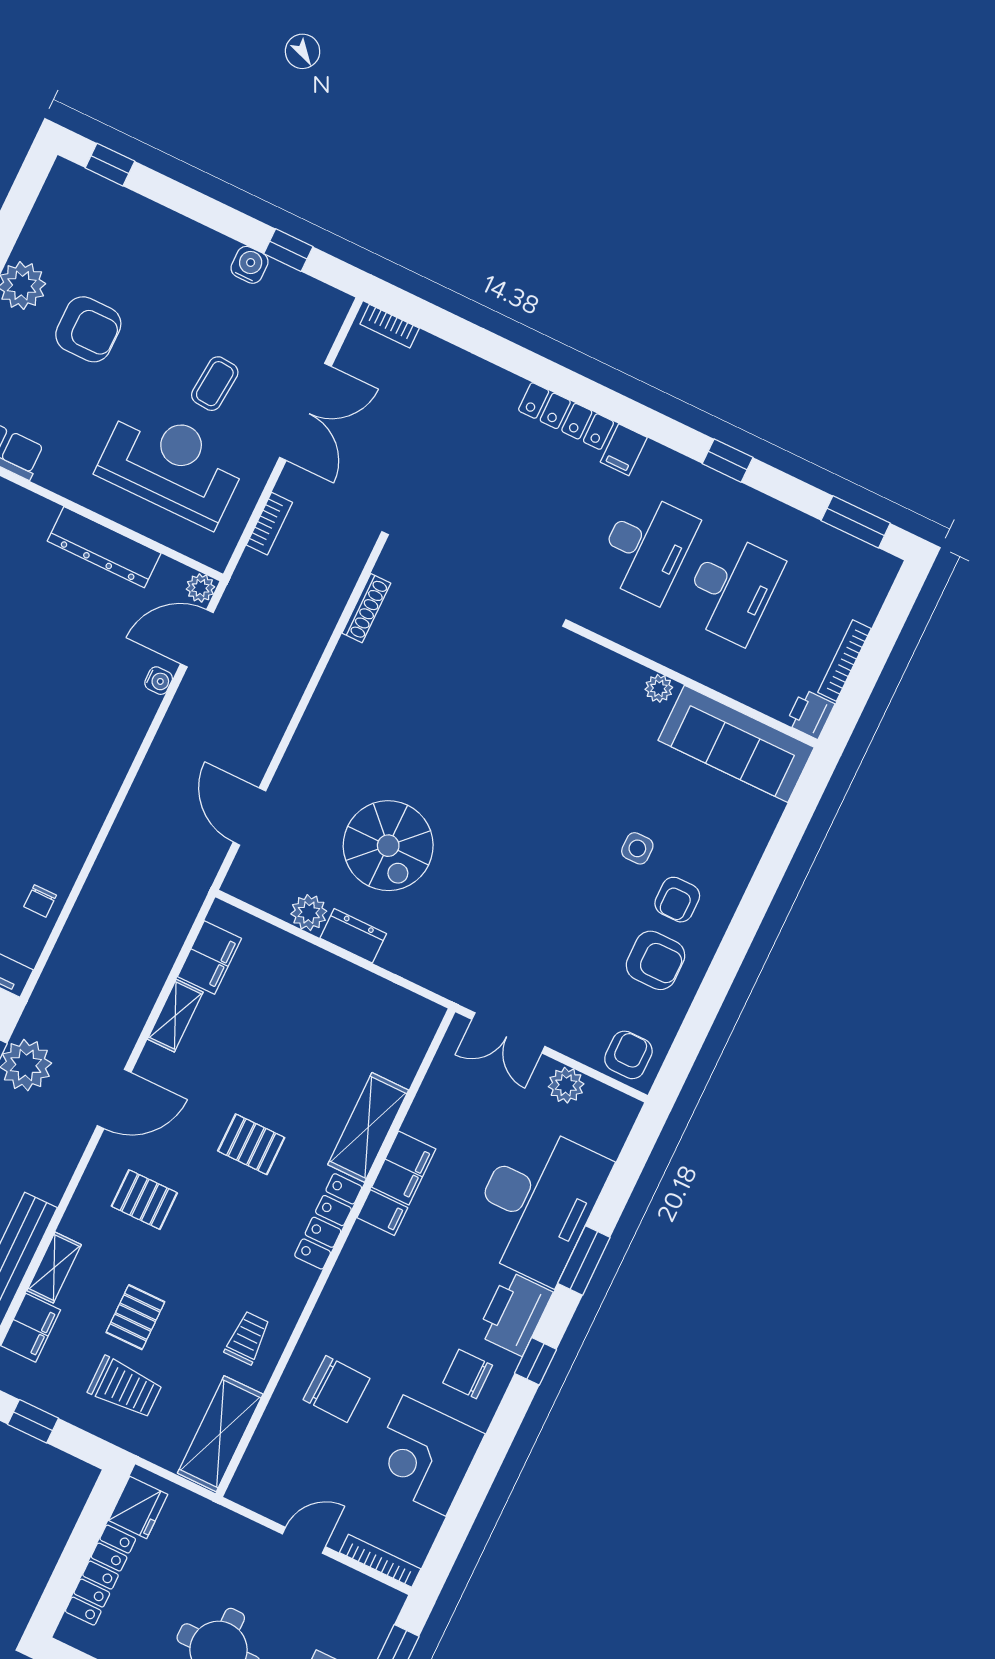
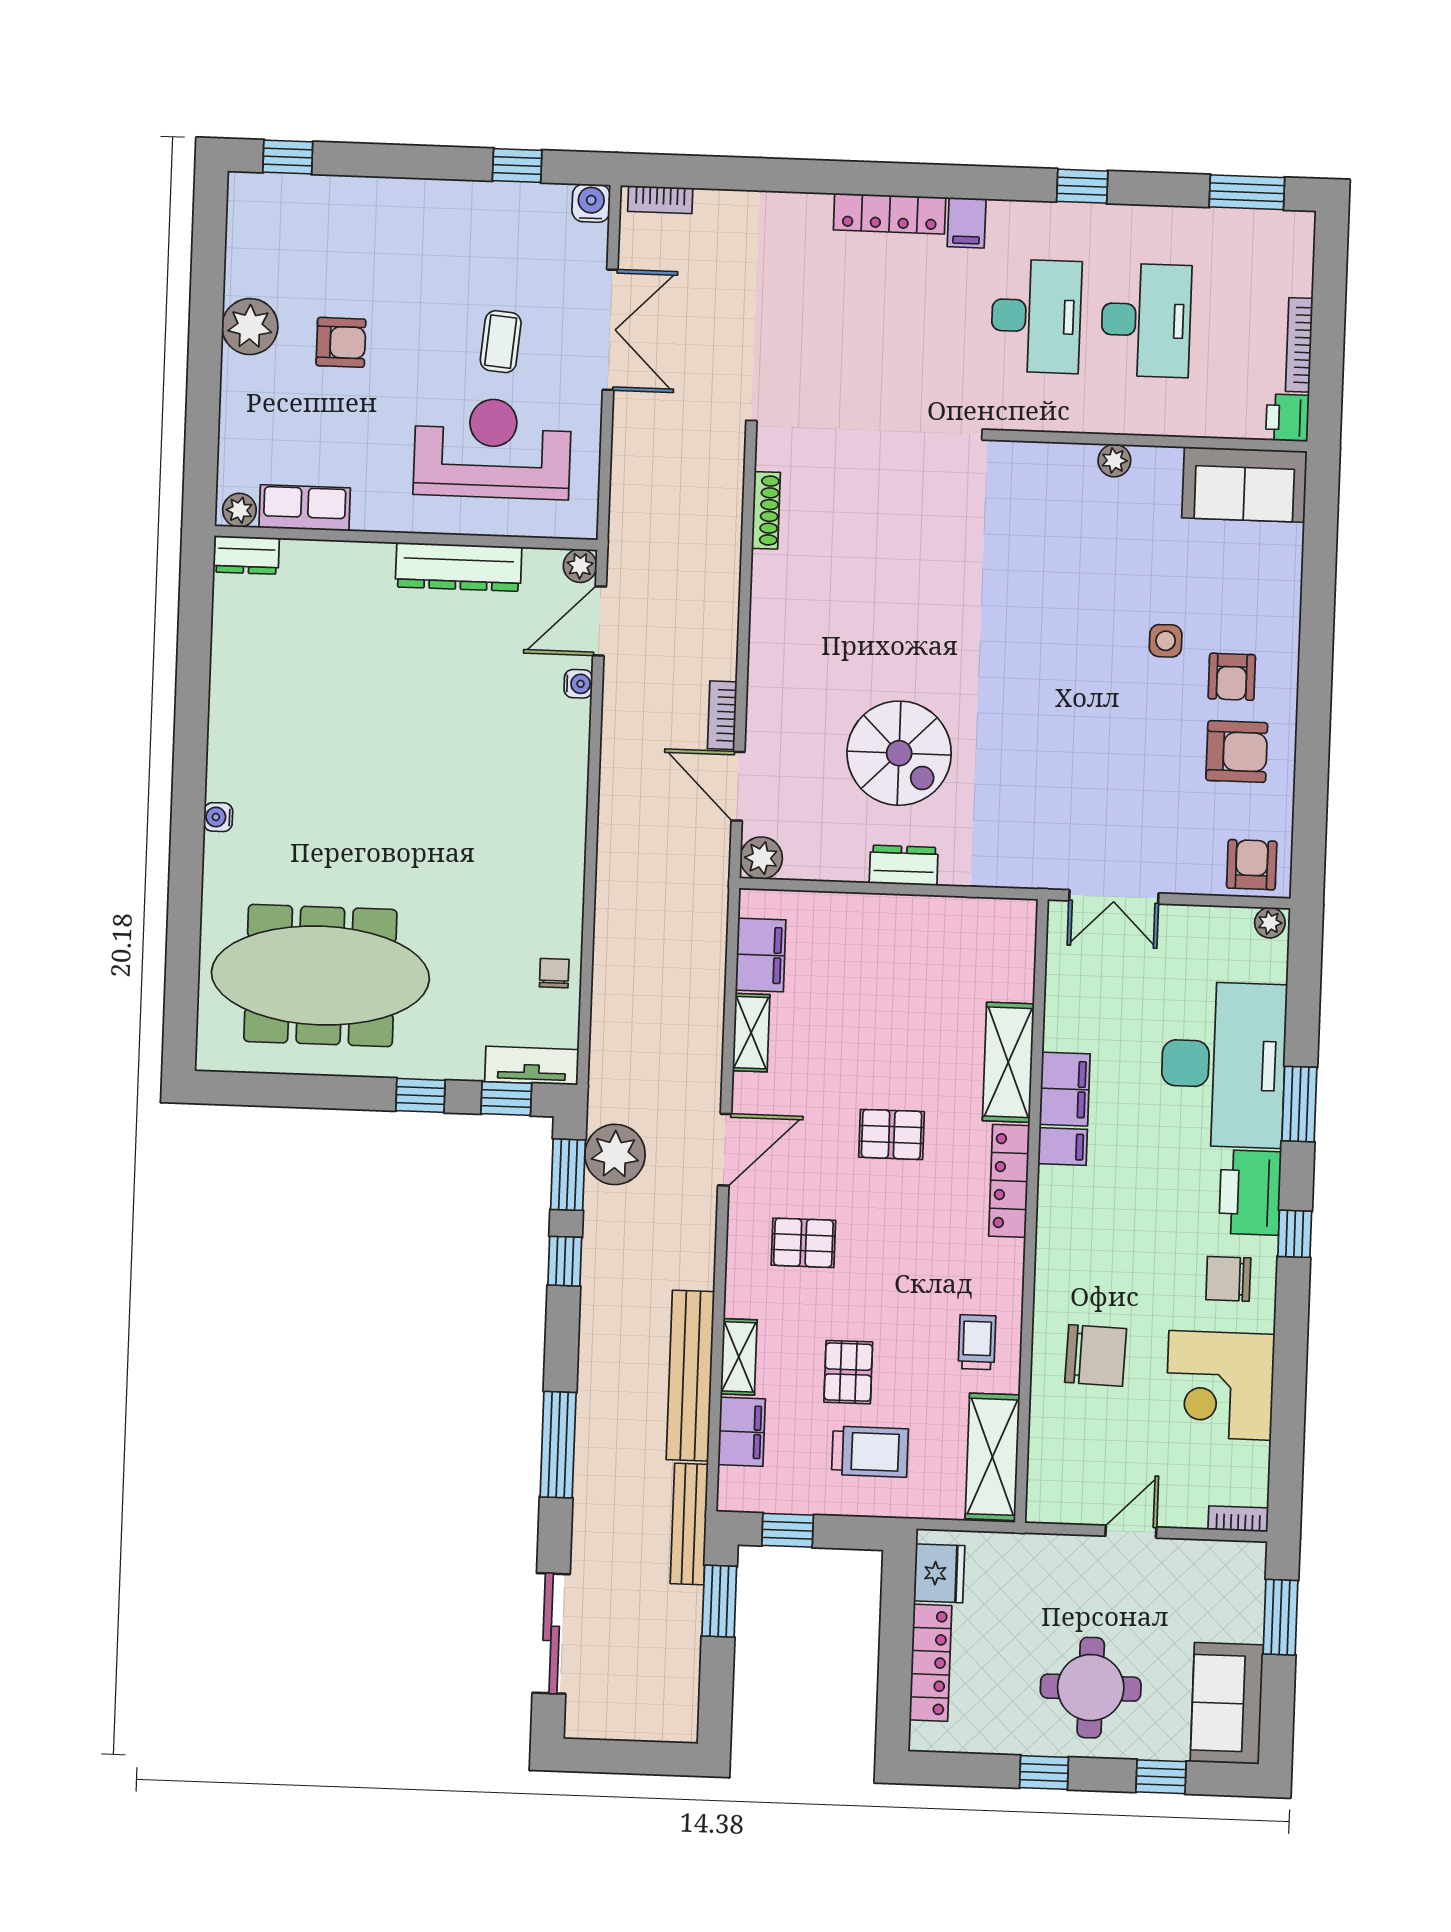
water cooler: (249, 265) -> (591, 203), moved
armchair: (88, 329) -> (341, 342), width x0.72, depth x0.72
bookcase: (269, 524) -> (722, 715), moved, turned 180
sofa: (736, 744) -> (1245, 485), width x0.73
chair: (40, 901) -> (554, 973), turned 180
plant: (309, 913) -> (761, 858), moved
plant: (566, 1085) -> (1270, 923), moved, width x0.73, depth x0.73
bookcase: (380, 1561) -> (1238, 1519), width x0.64

